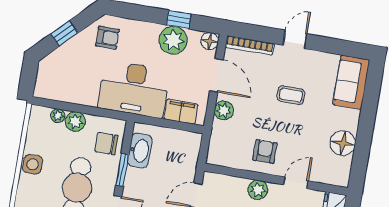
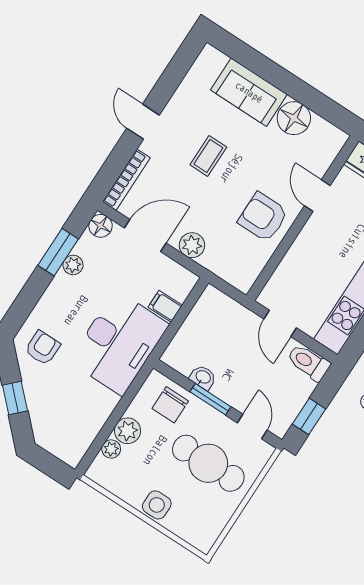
window: (179, 20) -> (58, 252), width x1.50
plant: (173, 40) -> (73, 265), width x0.53, depth x0.53
sofa: (351, 82) -> (249, 92), moved
filing cabinet: (181, 112) -> (165, 306), width x0.50
washbasin: (140, 151) -> (203, 377), width x0.52, depth x0.69
armchair: (265, 152) -> (263, 217), width x1.38, depth x1.38
plant: (258, 190) -> (306, 246), removed

